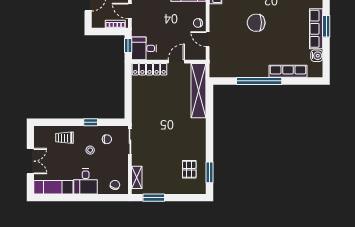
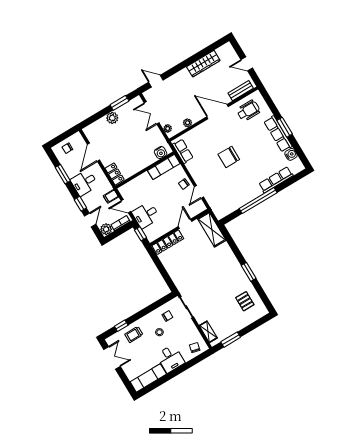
plant: (98, 22) -> (106, 229), added
door: (208, 39) -> (199, 192), hinge flipped
desk: (144, 48) -> (146, 215), moved
shelving: (199, 91) -> (212, 229), width x0.68
window: (91, 122) -> (121, 326), moved
double door: (30, 161) -> (112, 358), moved
window: (209, 172) -> (249, 272), moved

